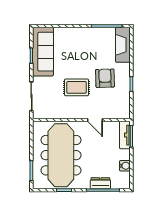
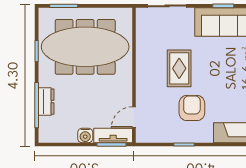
armchair: (105, 78) -> (192, 108), turned -88
door: (95, 120) -> (134, 117), moved
water cooler: (125, 166) -> (85, 135), moved

